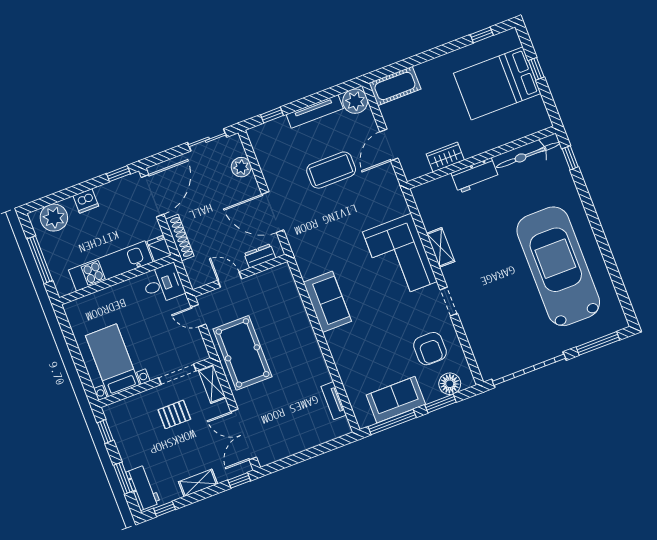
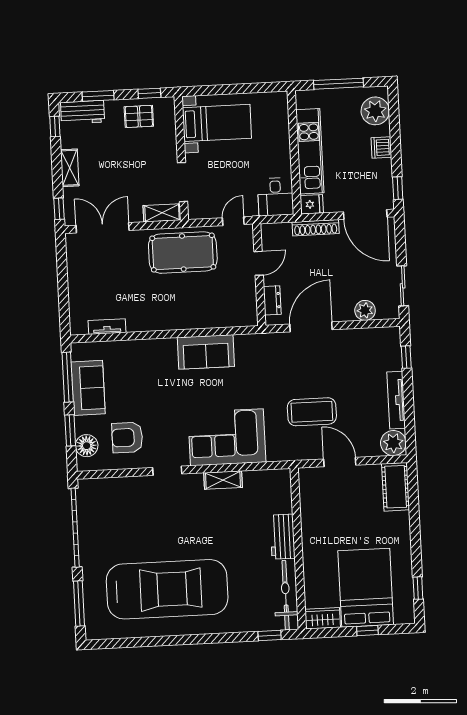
wardrobe: (445, 157) -> (323, 618), moved, turned -90
coffee table: (331, 170) -> (312, 412), moved, turned 90
pallet: (174, 414) -> (139, 116), moved, turned 90

